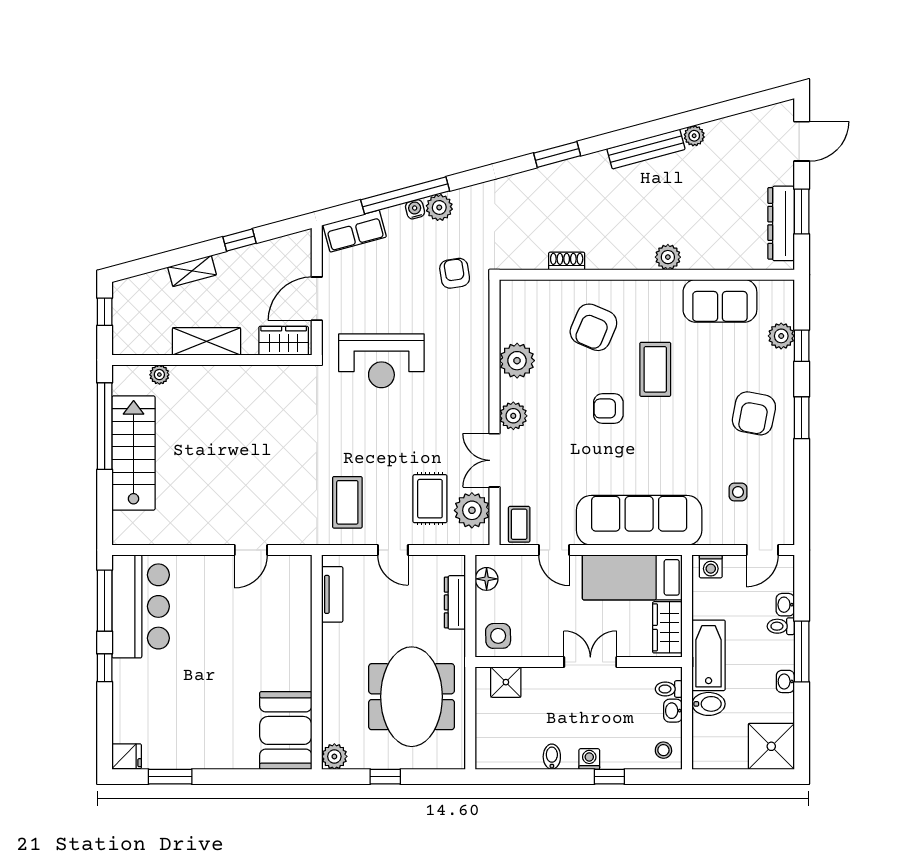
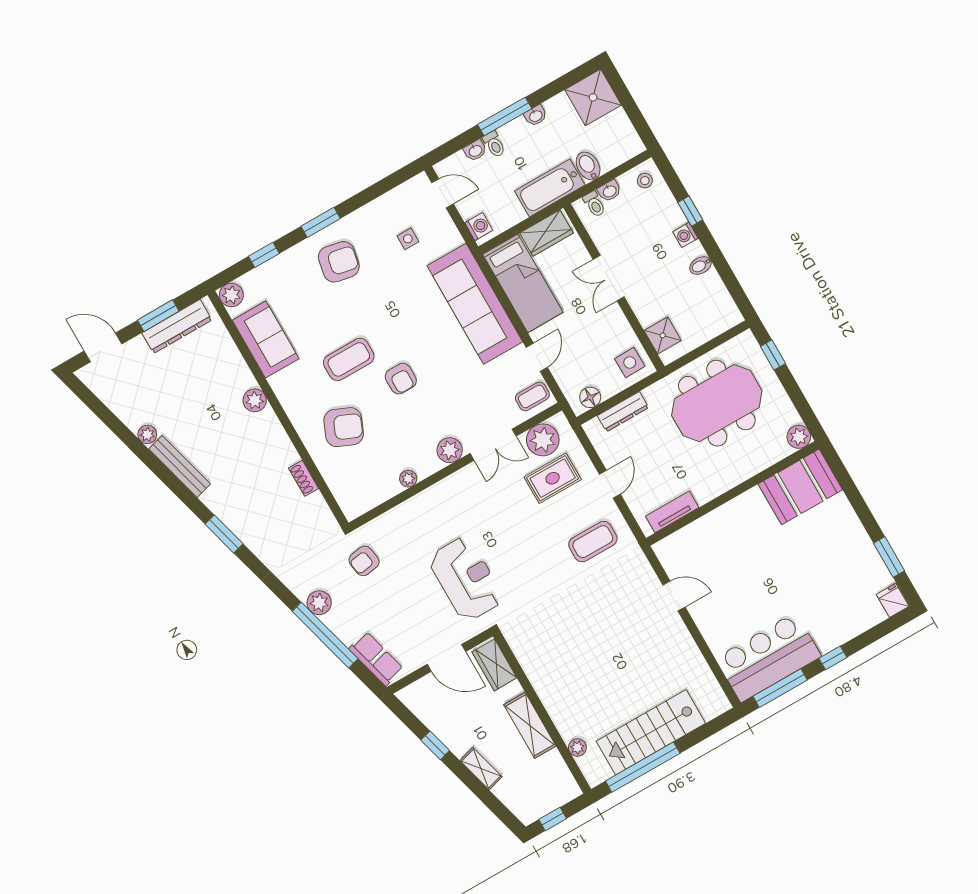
water cooler: (415, 209) -> (332, 621), removed
plant: (781, 336) -> (231, 295), moved
plant: (517, 361) -> (408, 479), width x0.53, depth x0.53
window: (385, 777) -> (773, 355), moved

